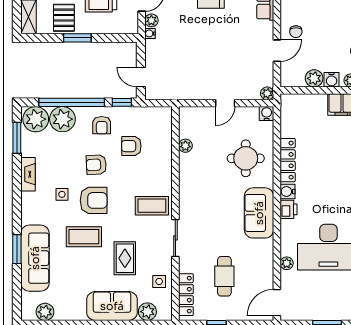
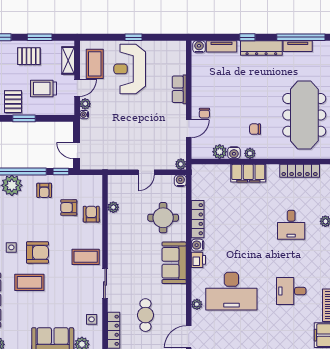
armchair: (96, 165) -> (91, 214), moved, turned 93
rug: (125, 258) -> (63, 300), removed

